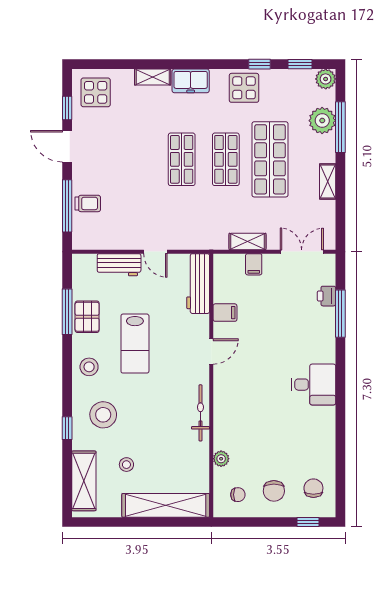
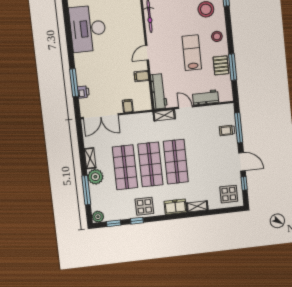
plant: (322, 121) -> (95, 177), moved
shop shelf: (182, 159) -> (176, 162), width x1.43, depth x1.36
shop shelf: (226, 159) -> (150, 164), width x1.43, depth x1.36
shelving: (247, 242) -> (164, 115), moved
double door: (302, 252) -> (101, 116), width x1.37
desk: (314, 385) -> (88, 29), width x1.87, depth x1.30

